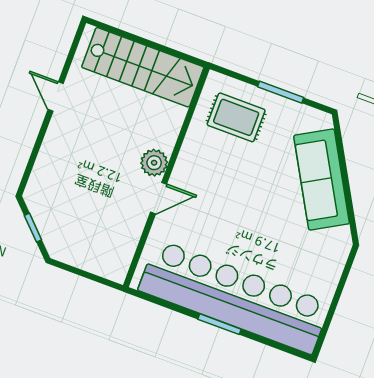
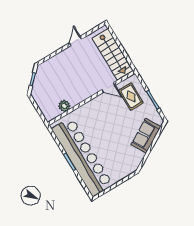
plant: (154, 163) -> (64, 106), moved
sofa: (322, 180) -> (146, 136), width x0.73
door: (159, 198) -> (109, 88), moved

